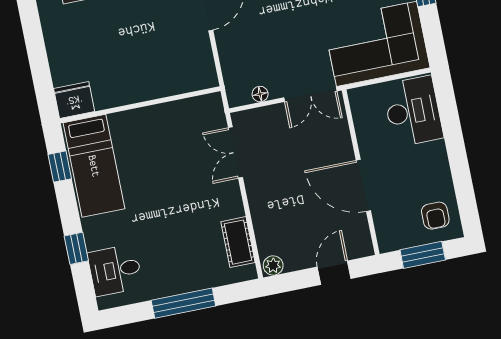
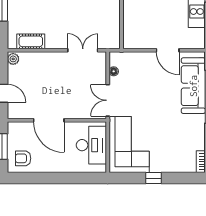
desk: (413, 111) -> (91, 145), moved, turned -90
door: (363, 186) -> (49, 120), swing flipped

